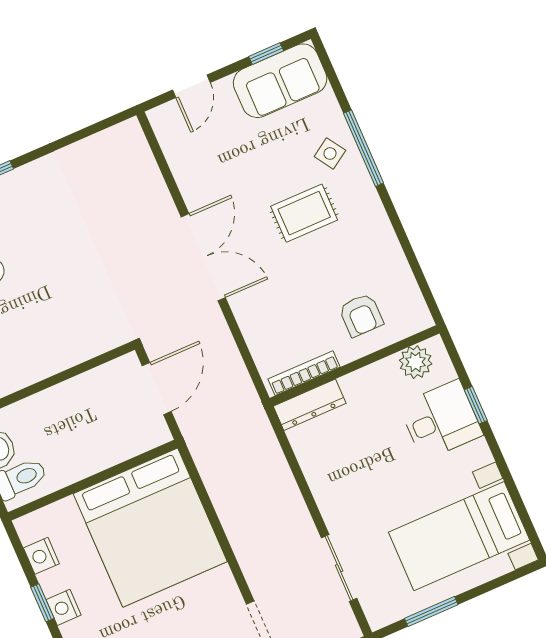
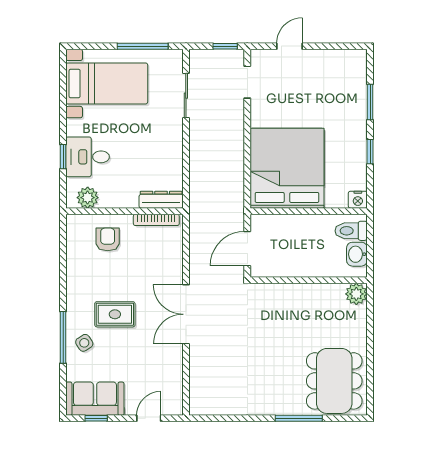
nightstand: (41, 556) -> (358, 200), moved, turned 90
nightstand: (64, 607) -> (359, 143), removed
window: (431, 612) -> (143, 46), width x1.44

